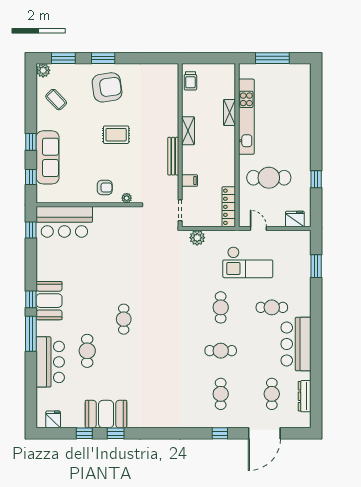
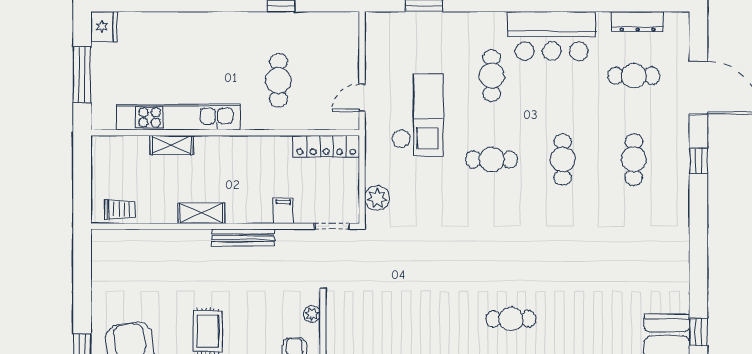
cafe table: (269, 178) -> (278, 80), width x0.73, depth x0.74
fridge: (295, 219) -> (104, 27), moved, turned 180
cafe table: (221, 394) -> (634, 159), turned 90

